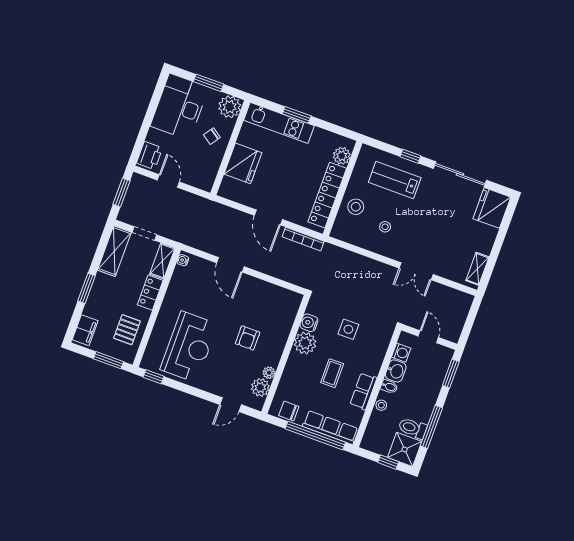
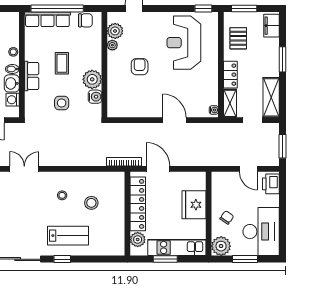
plant: (342, 156) -> (138, 240), moved
wall: (343, 188) -> (127, 214), moved
locker: (327, 195) -> (138, 204), moved
row of seats: (363, 391) -> (32, 76), moved

